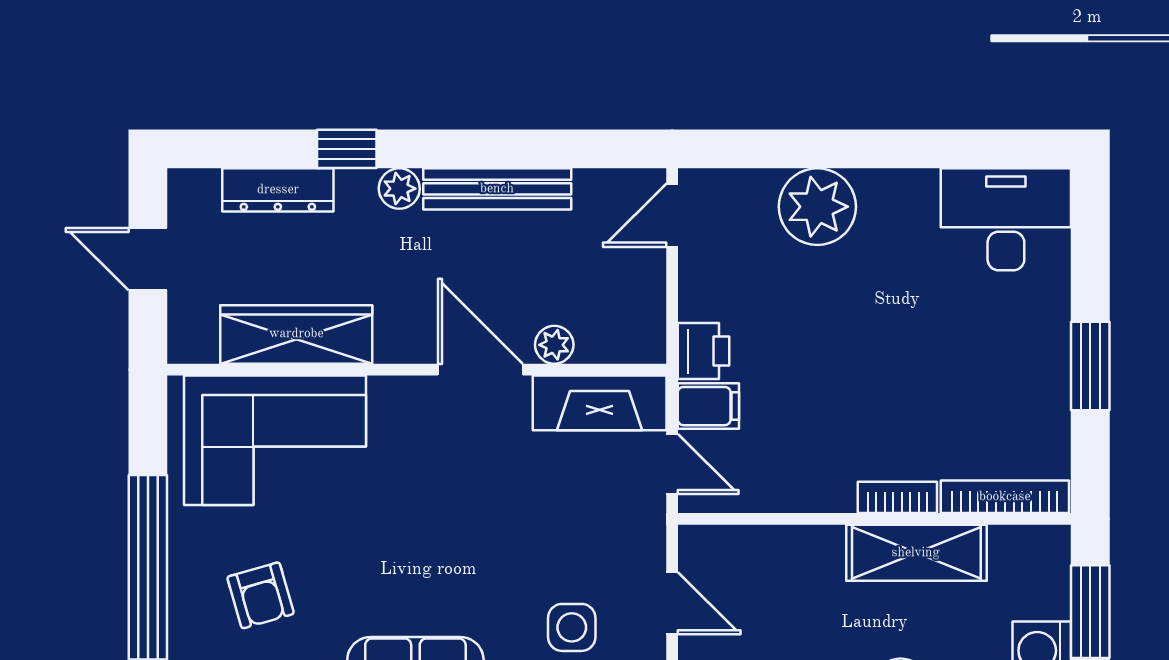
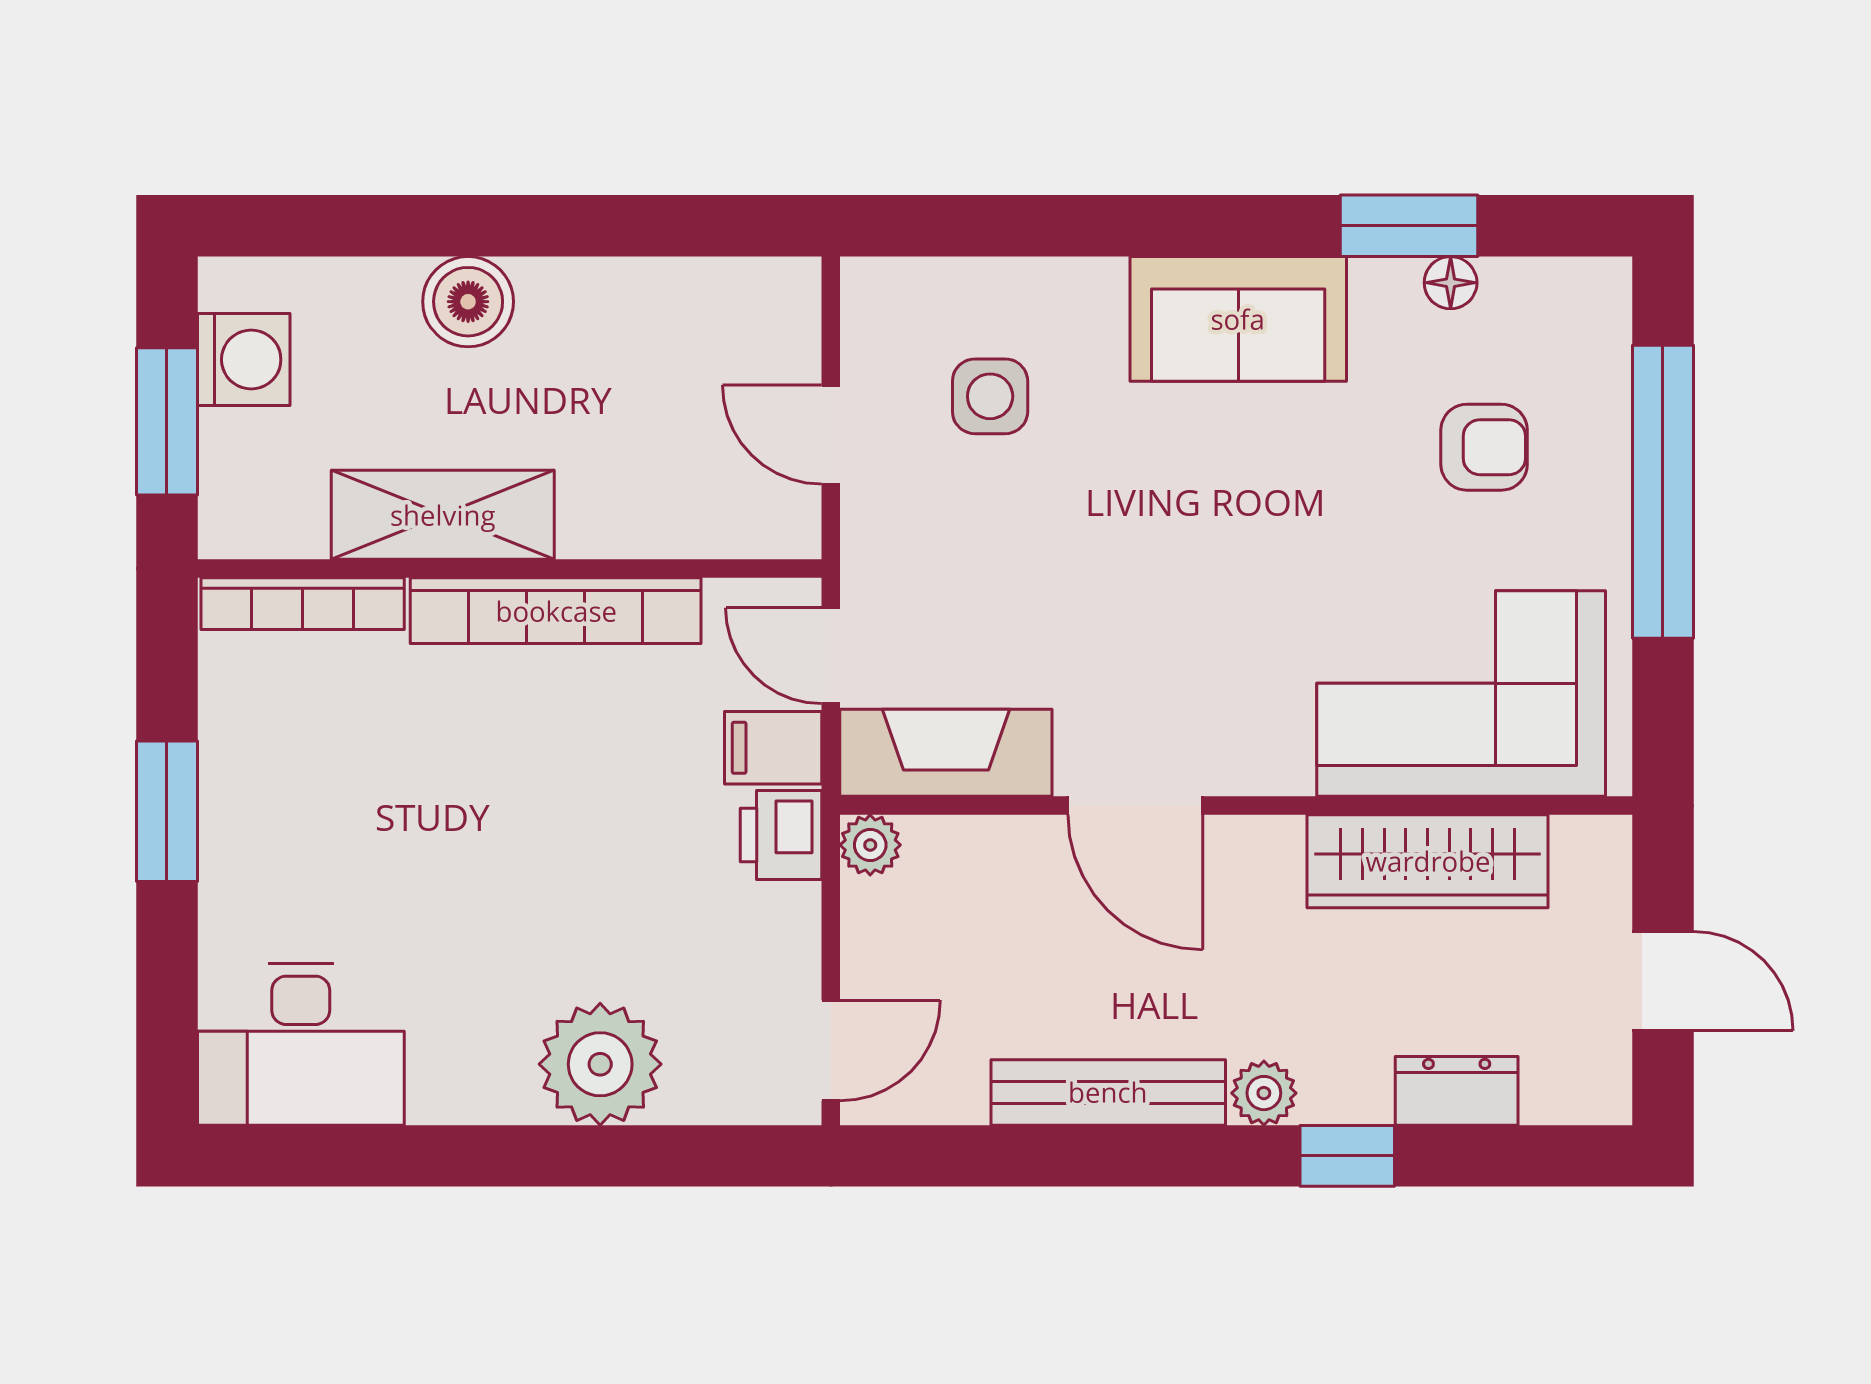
dresser: (278, 190) -> (1457, 1091), width x0.70
plant: (554, 345) -> (870, 845), moved
bookcase: (897, 497) -> (556, 611), width x2.31, depth x1.31
armchair: (261, 595) -> (1484, 447), turned 106

